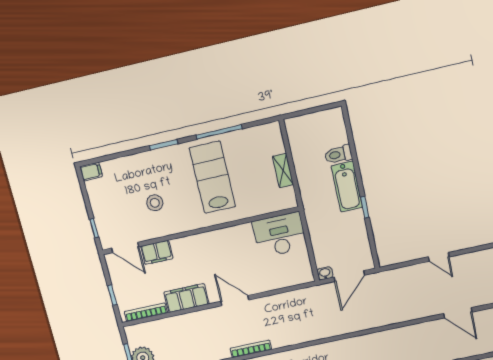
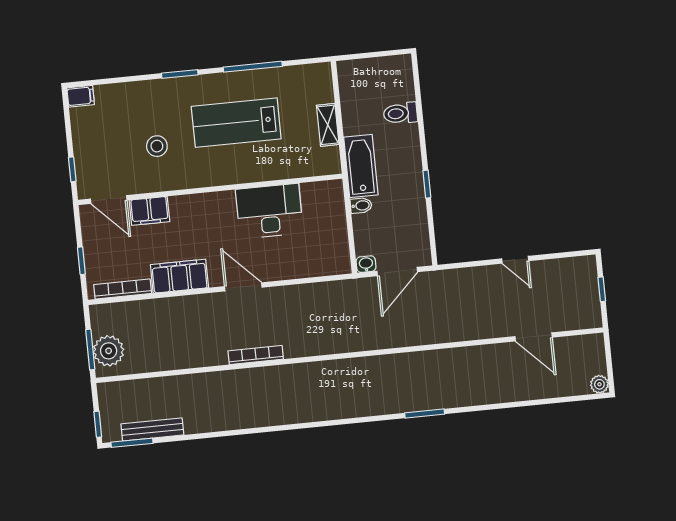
lab bench: (212, 177) -> (236, 123), turned -90
bathtub: (347, 187) -> (361, 166), moved, turned 180
bidet: (316, 230) -> (361, 206), added
desk: (280, 235) -> (269, 211), moved

